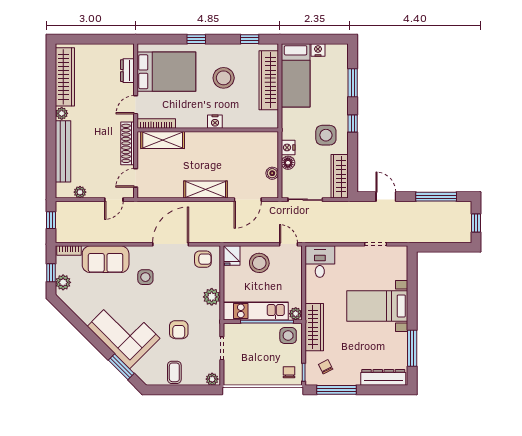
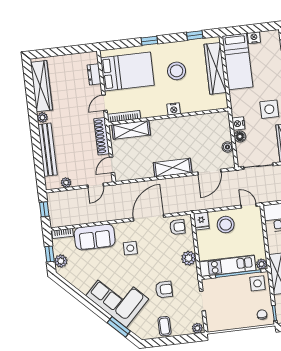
armchair: (179, 330) -> (164, 289), turned -90

